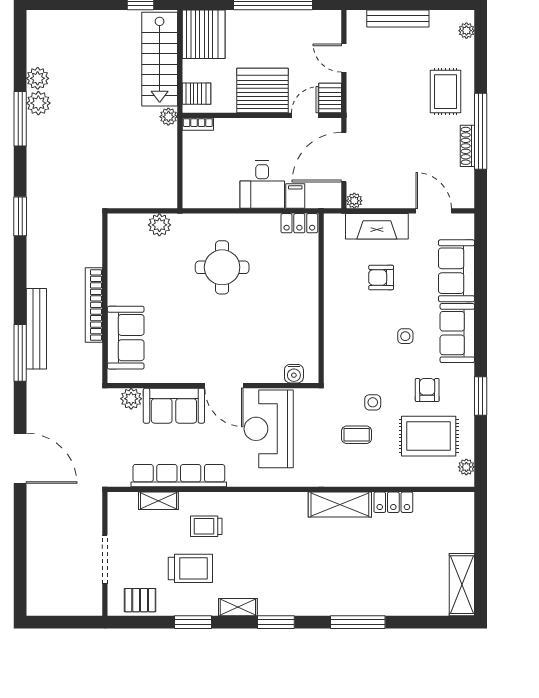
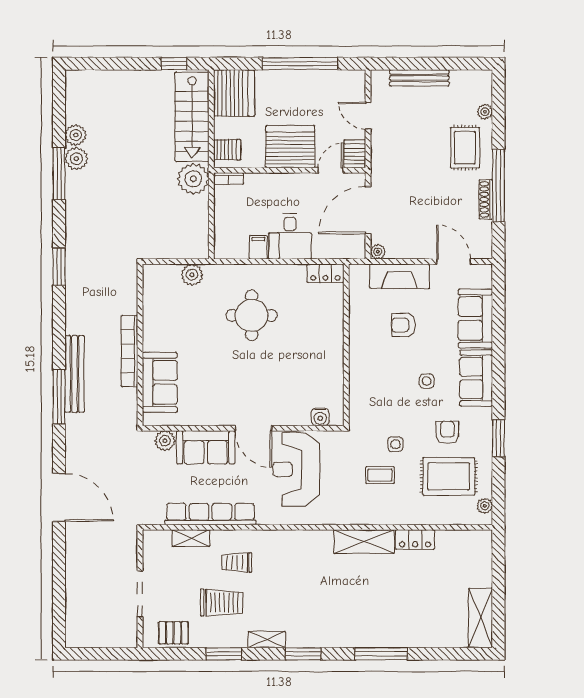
plant: (466, 31) -> (485, 112), moved
plant: (168, 117) -> (193, 179), width x1.87, depth x1.87
filing cabinet: (295, 196) -> (258, 247), moved

